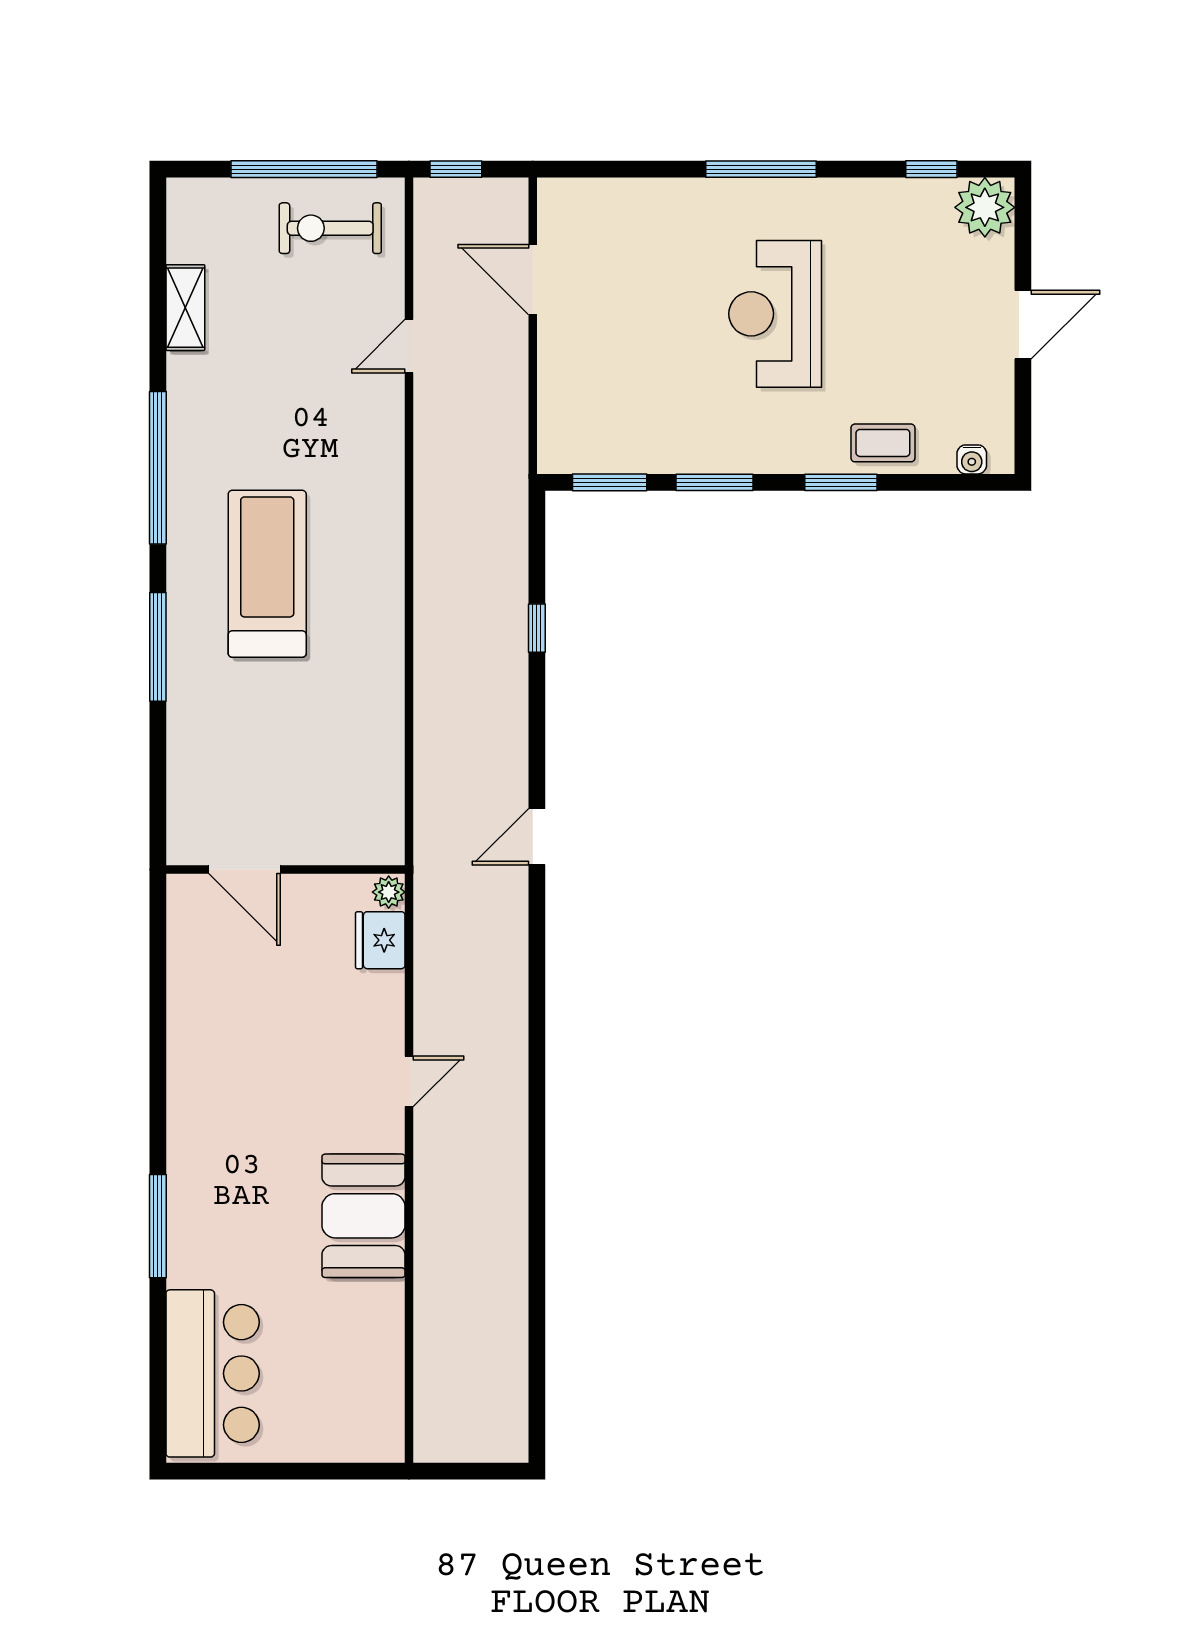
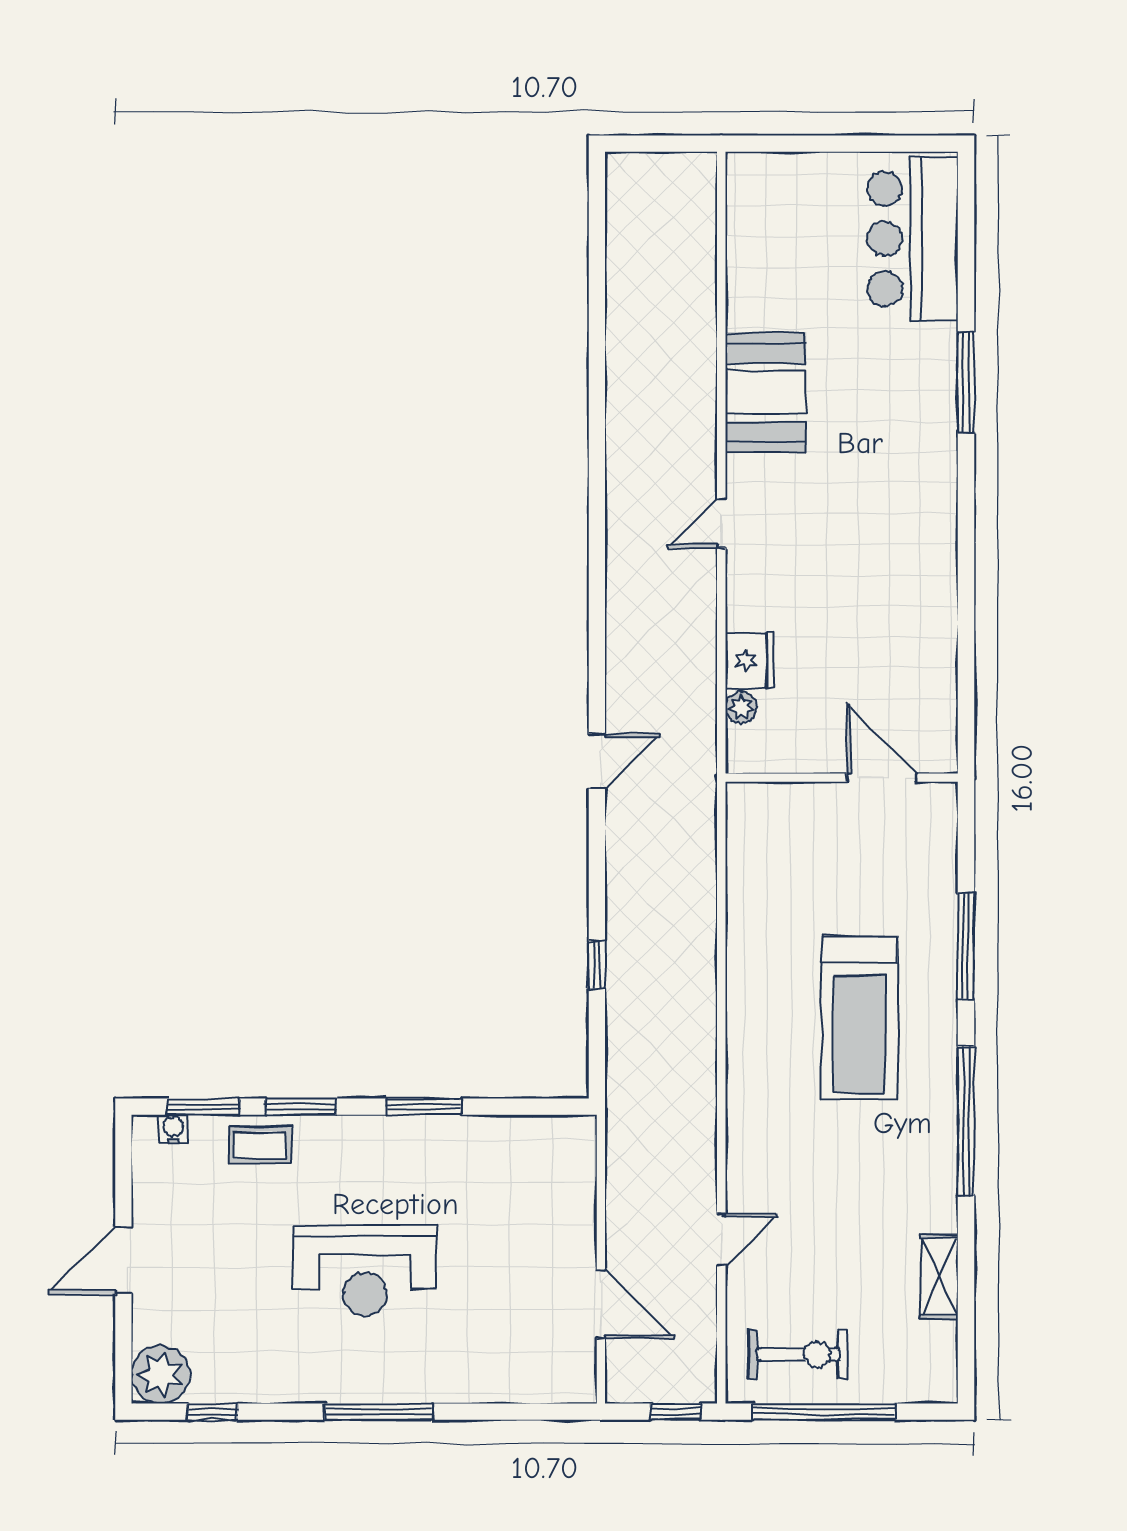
reception desk: (775, 314) -> (365, 1271), turned 90
window: (610, 482) -> (203, 1107), moved
door: (245, 870) -> (881, 778), moved
wall: (285, 870) -> (842, 778), moved

